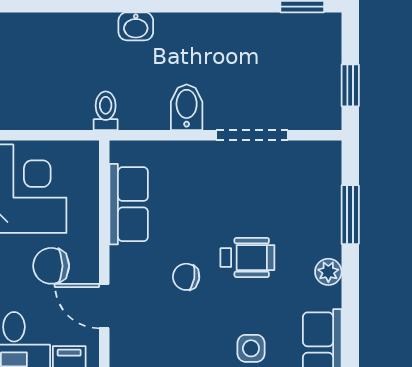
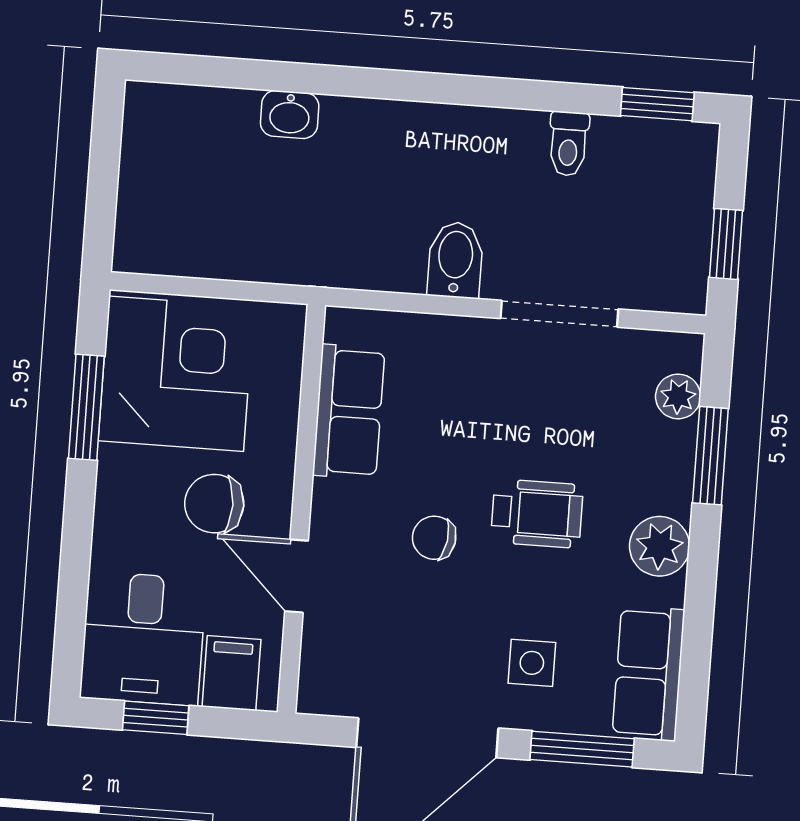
washbasin: (136, 26) -> (290, 114), moved
toilet: (106, 111) -> (568, 144), moved, turned 180
plant: (328, 180) -> (678, 396), added
plant: (328, 272) -> (660, 546), width x1.38, depth x1.38

